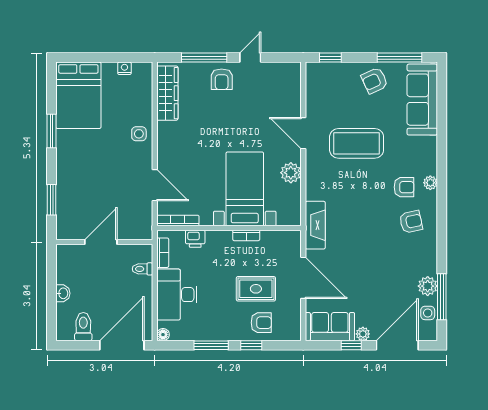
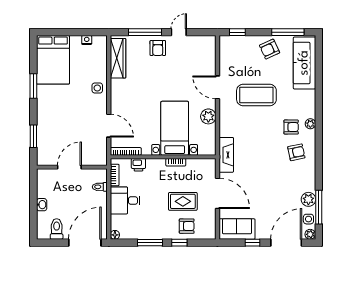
desk: (177, 295) -> (125, 200), width x0.73
plant: (363, 334) -> (310, 234), moved

